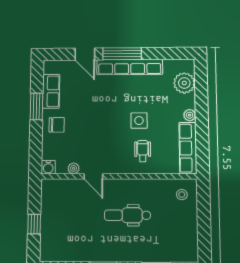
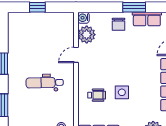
plant: (74, 168) -> (87, 35), width x1.88, depth x1.88
dental chair: (128, 215) -> (45, 83), turned -91

